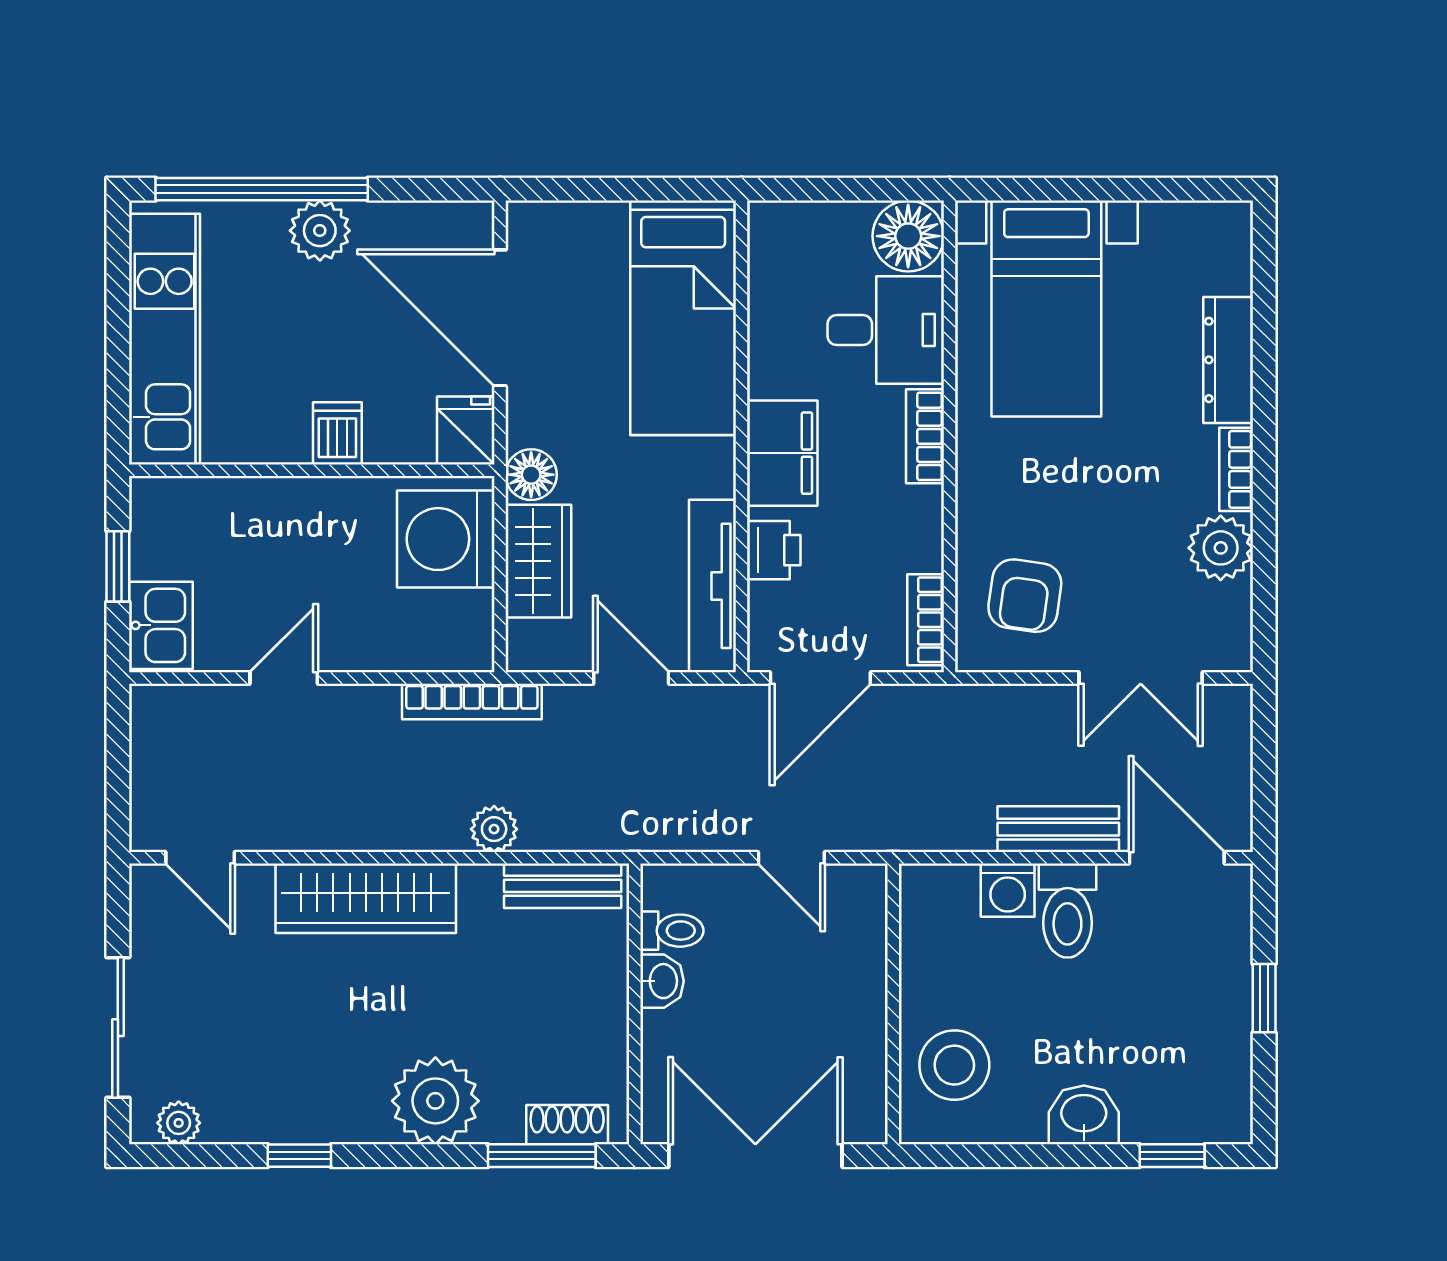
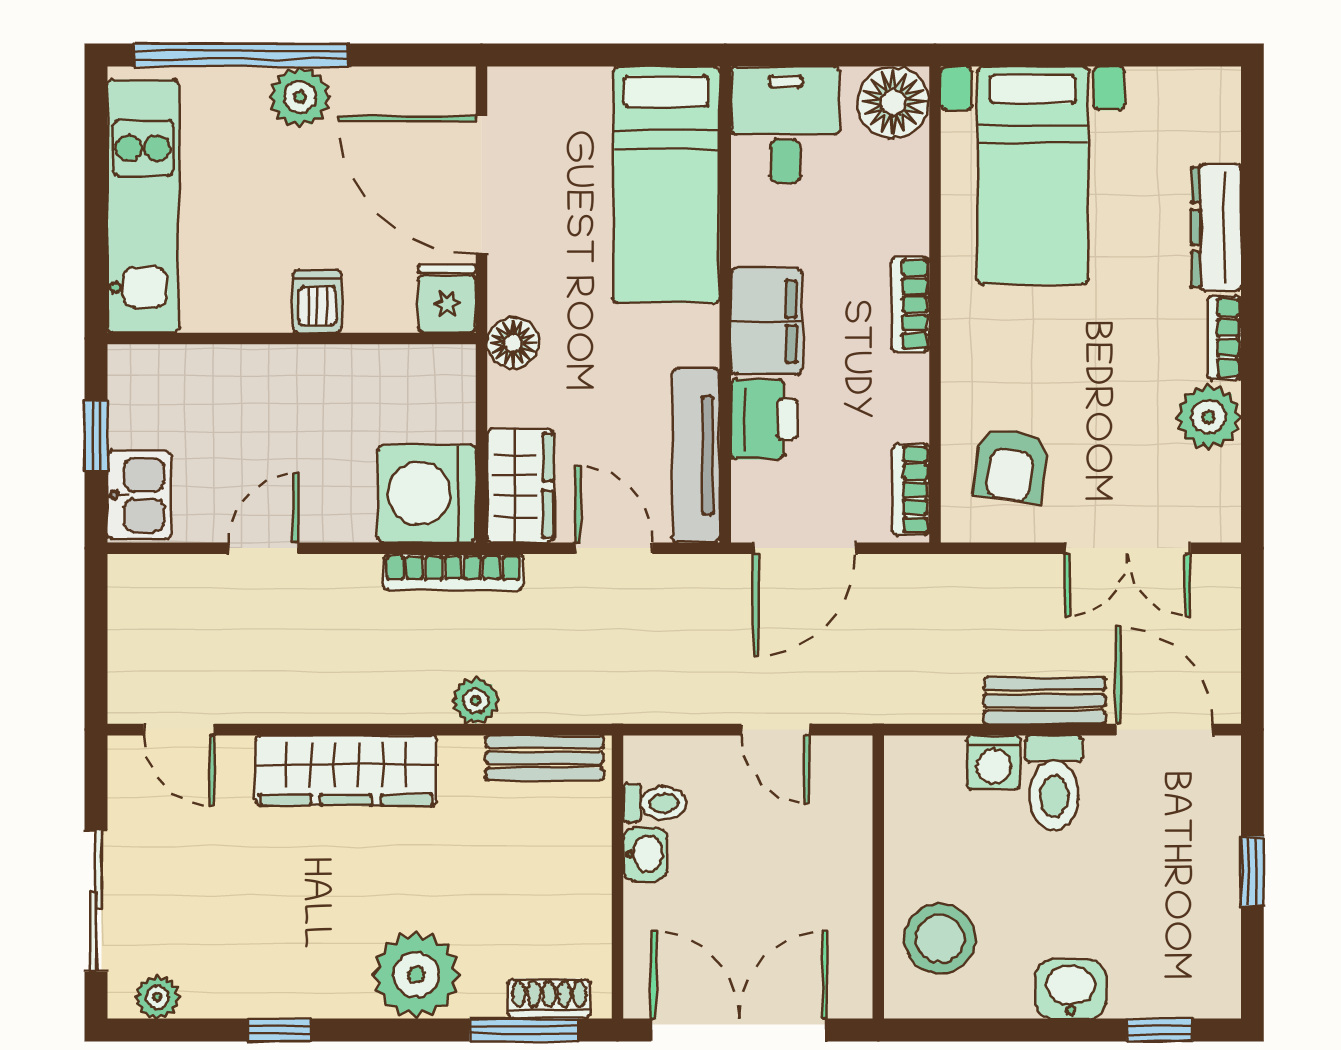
desk: (886, 330) -> (785, 125), moved, turned -90
washing machine: (446, 539) -> (427, 493), moved
printer: (774, 550) -> (764, 419), width x1.36, depth x1.24
wardrobe: (538, 561) -> (520, 486), moved

